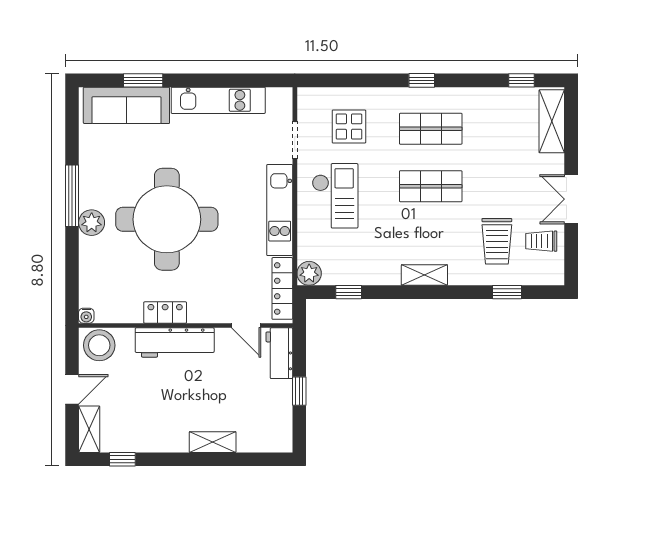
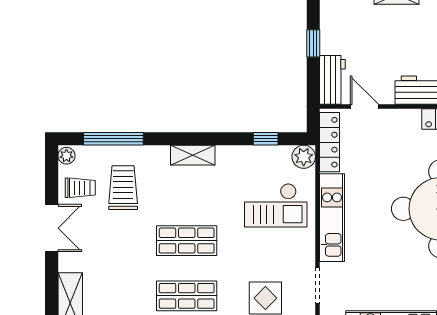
checkout: (335, 196) -> (276, 205), moved, turned -90
plant: (556, 274) -> (66, 156), added
window: (507, 292) -> (113, 139), width x2.17

